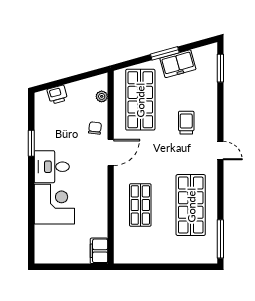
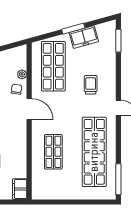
plant: (102, 96) -> (22, 74), moved
door: (111, 152) -> (29, 109), hinge flipped
shop shelf: (191, 205) -> (94, 152), width x1.40

